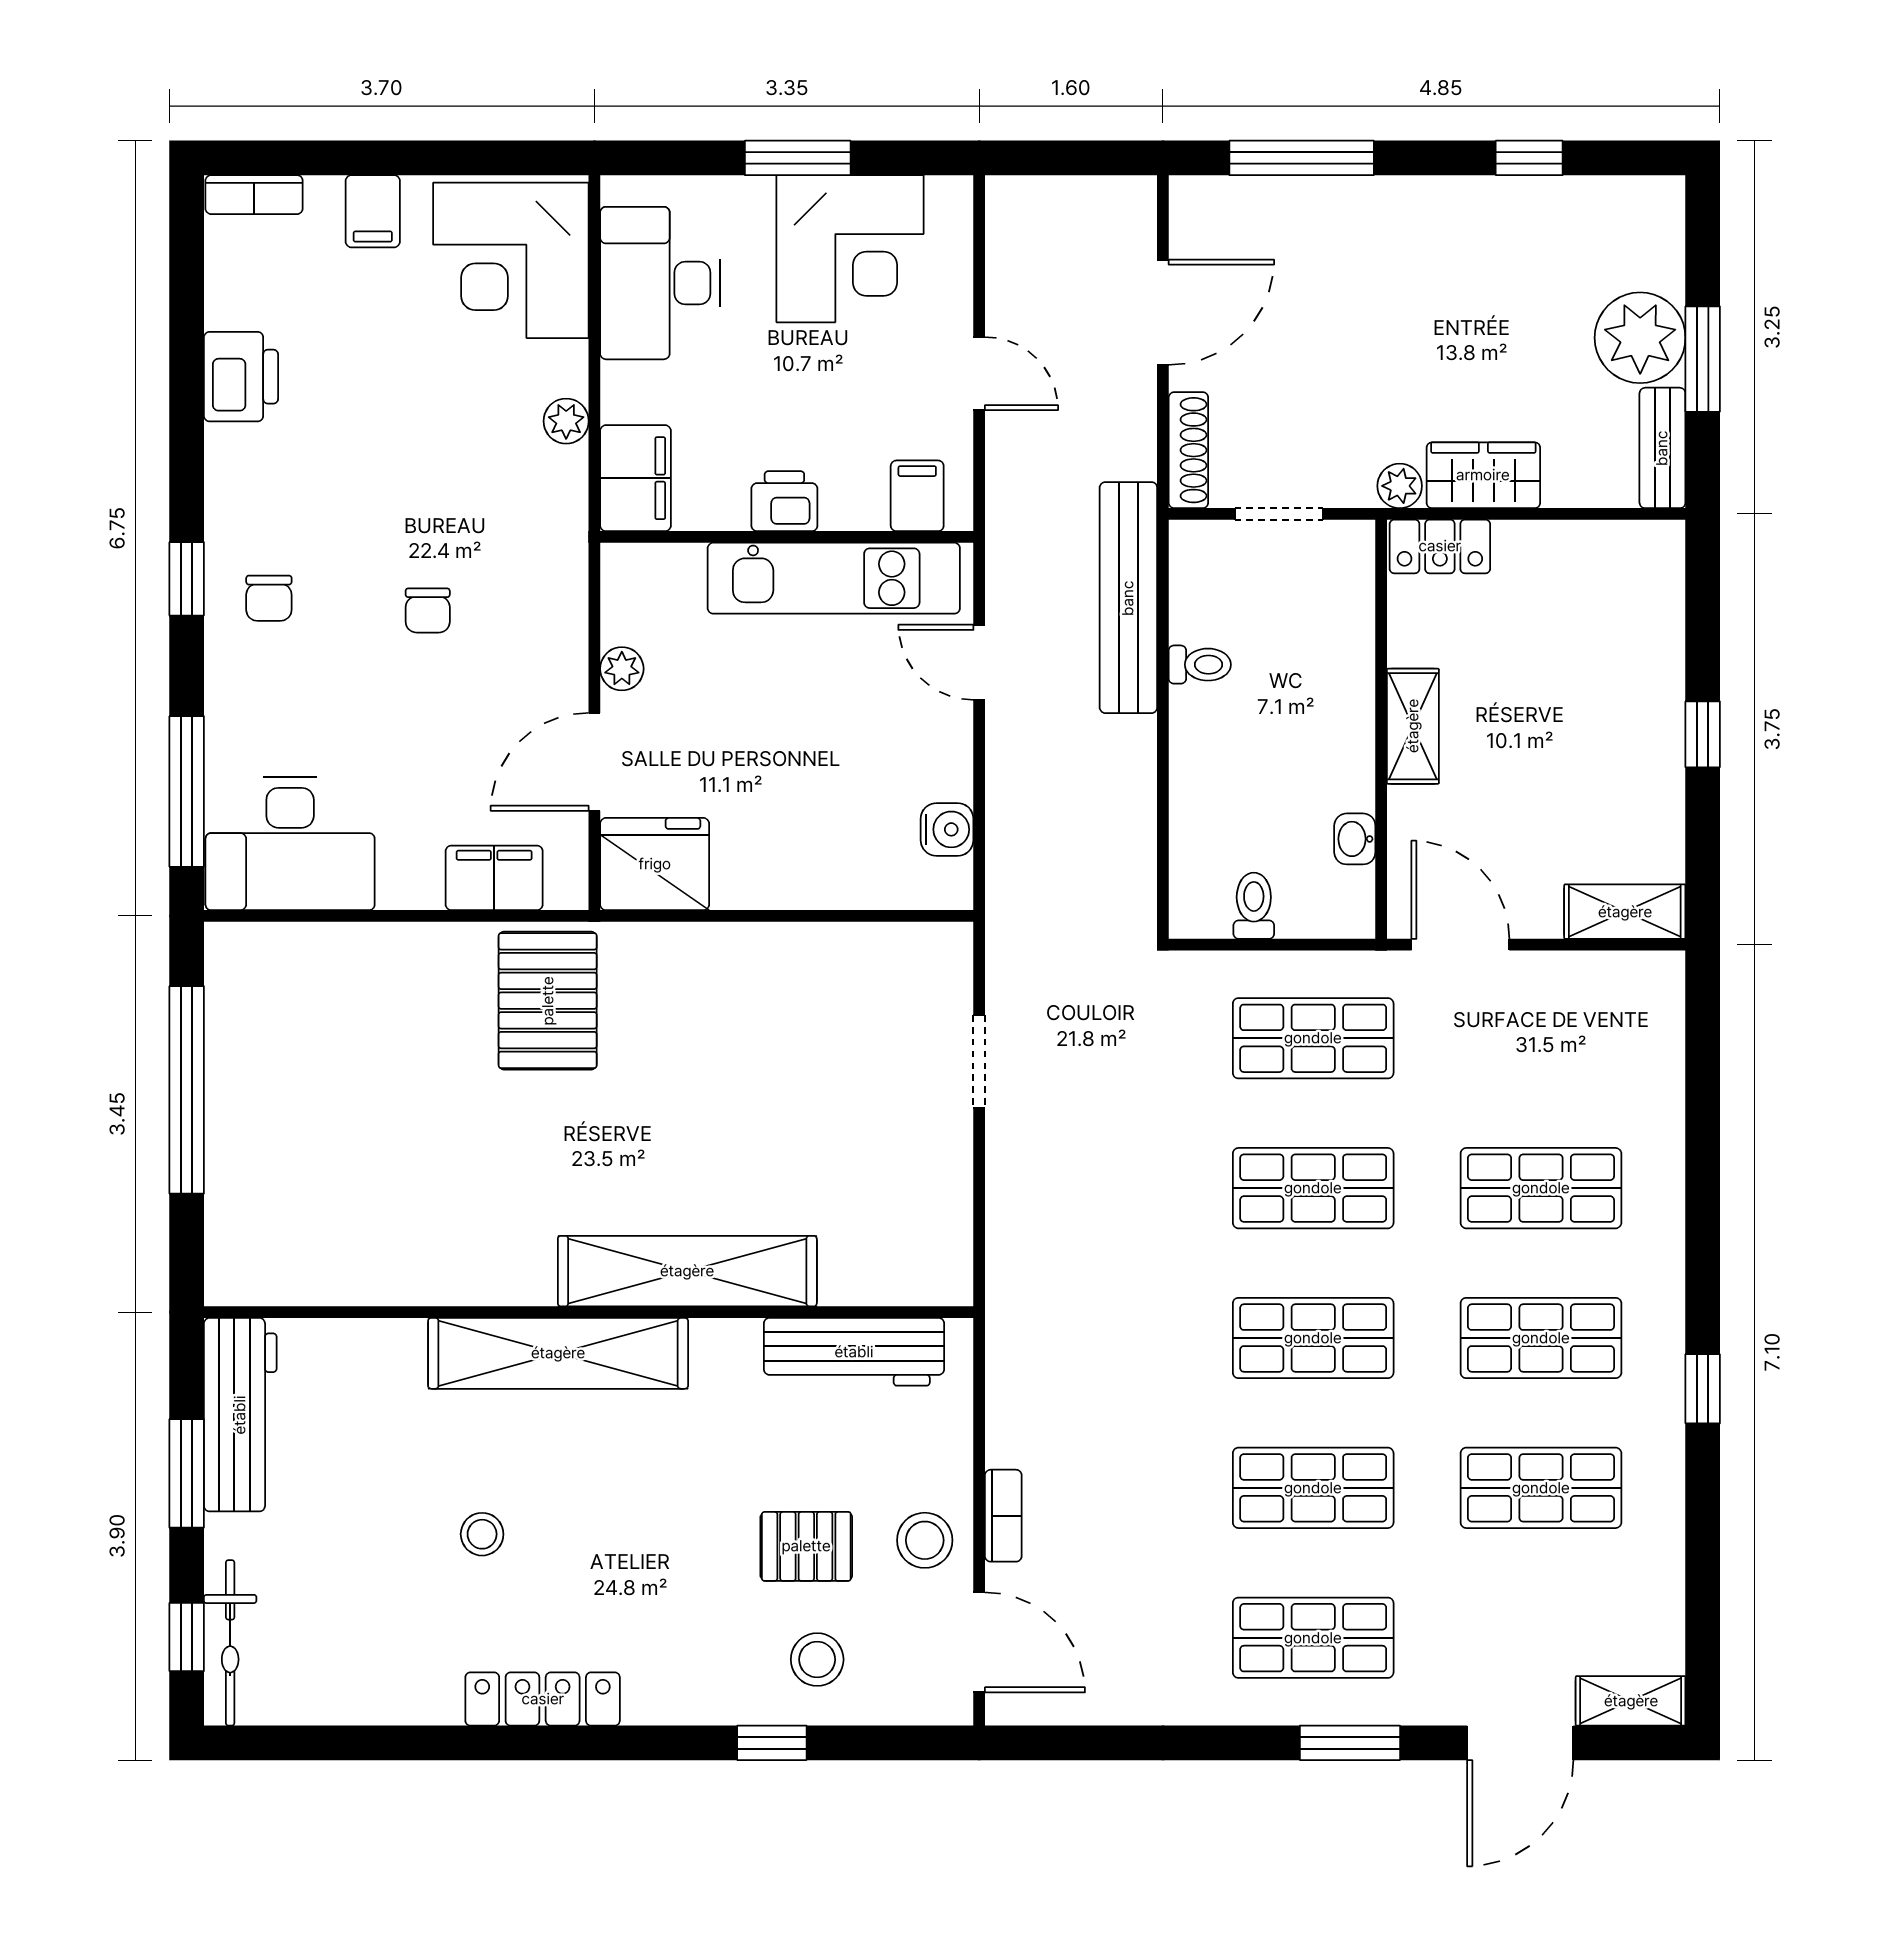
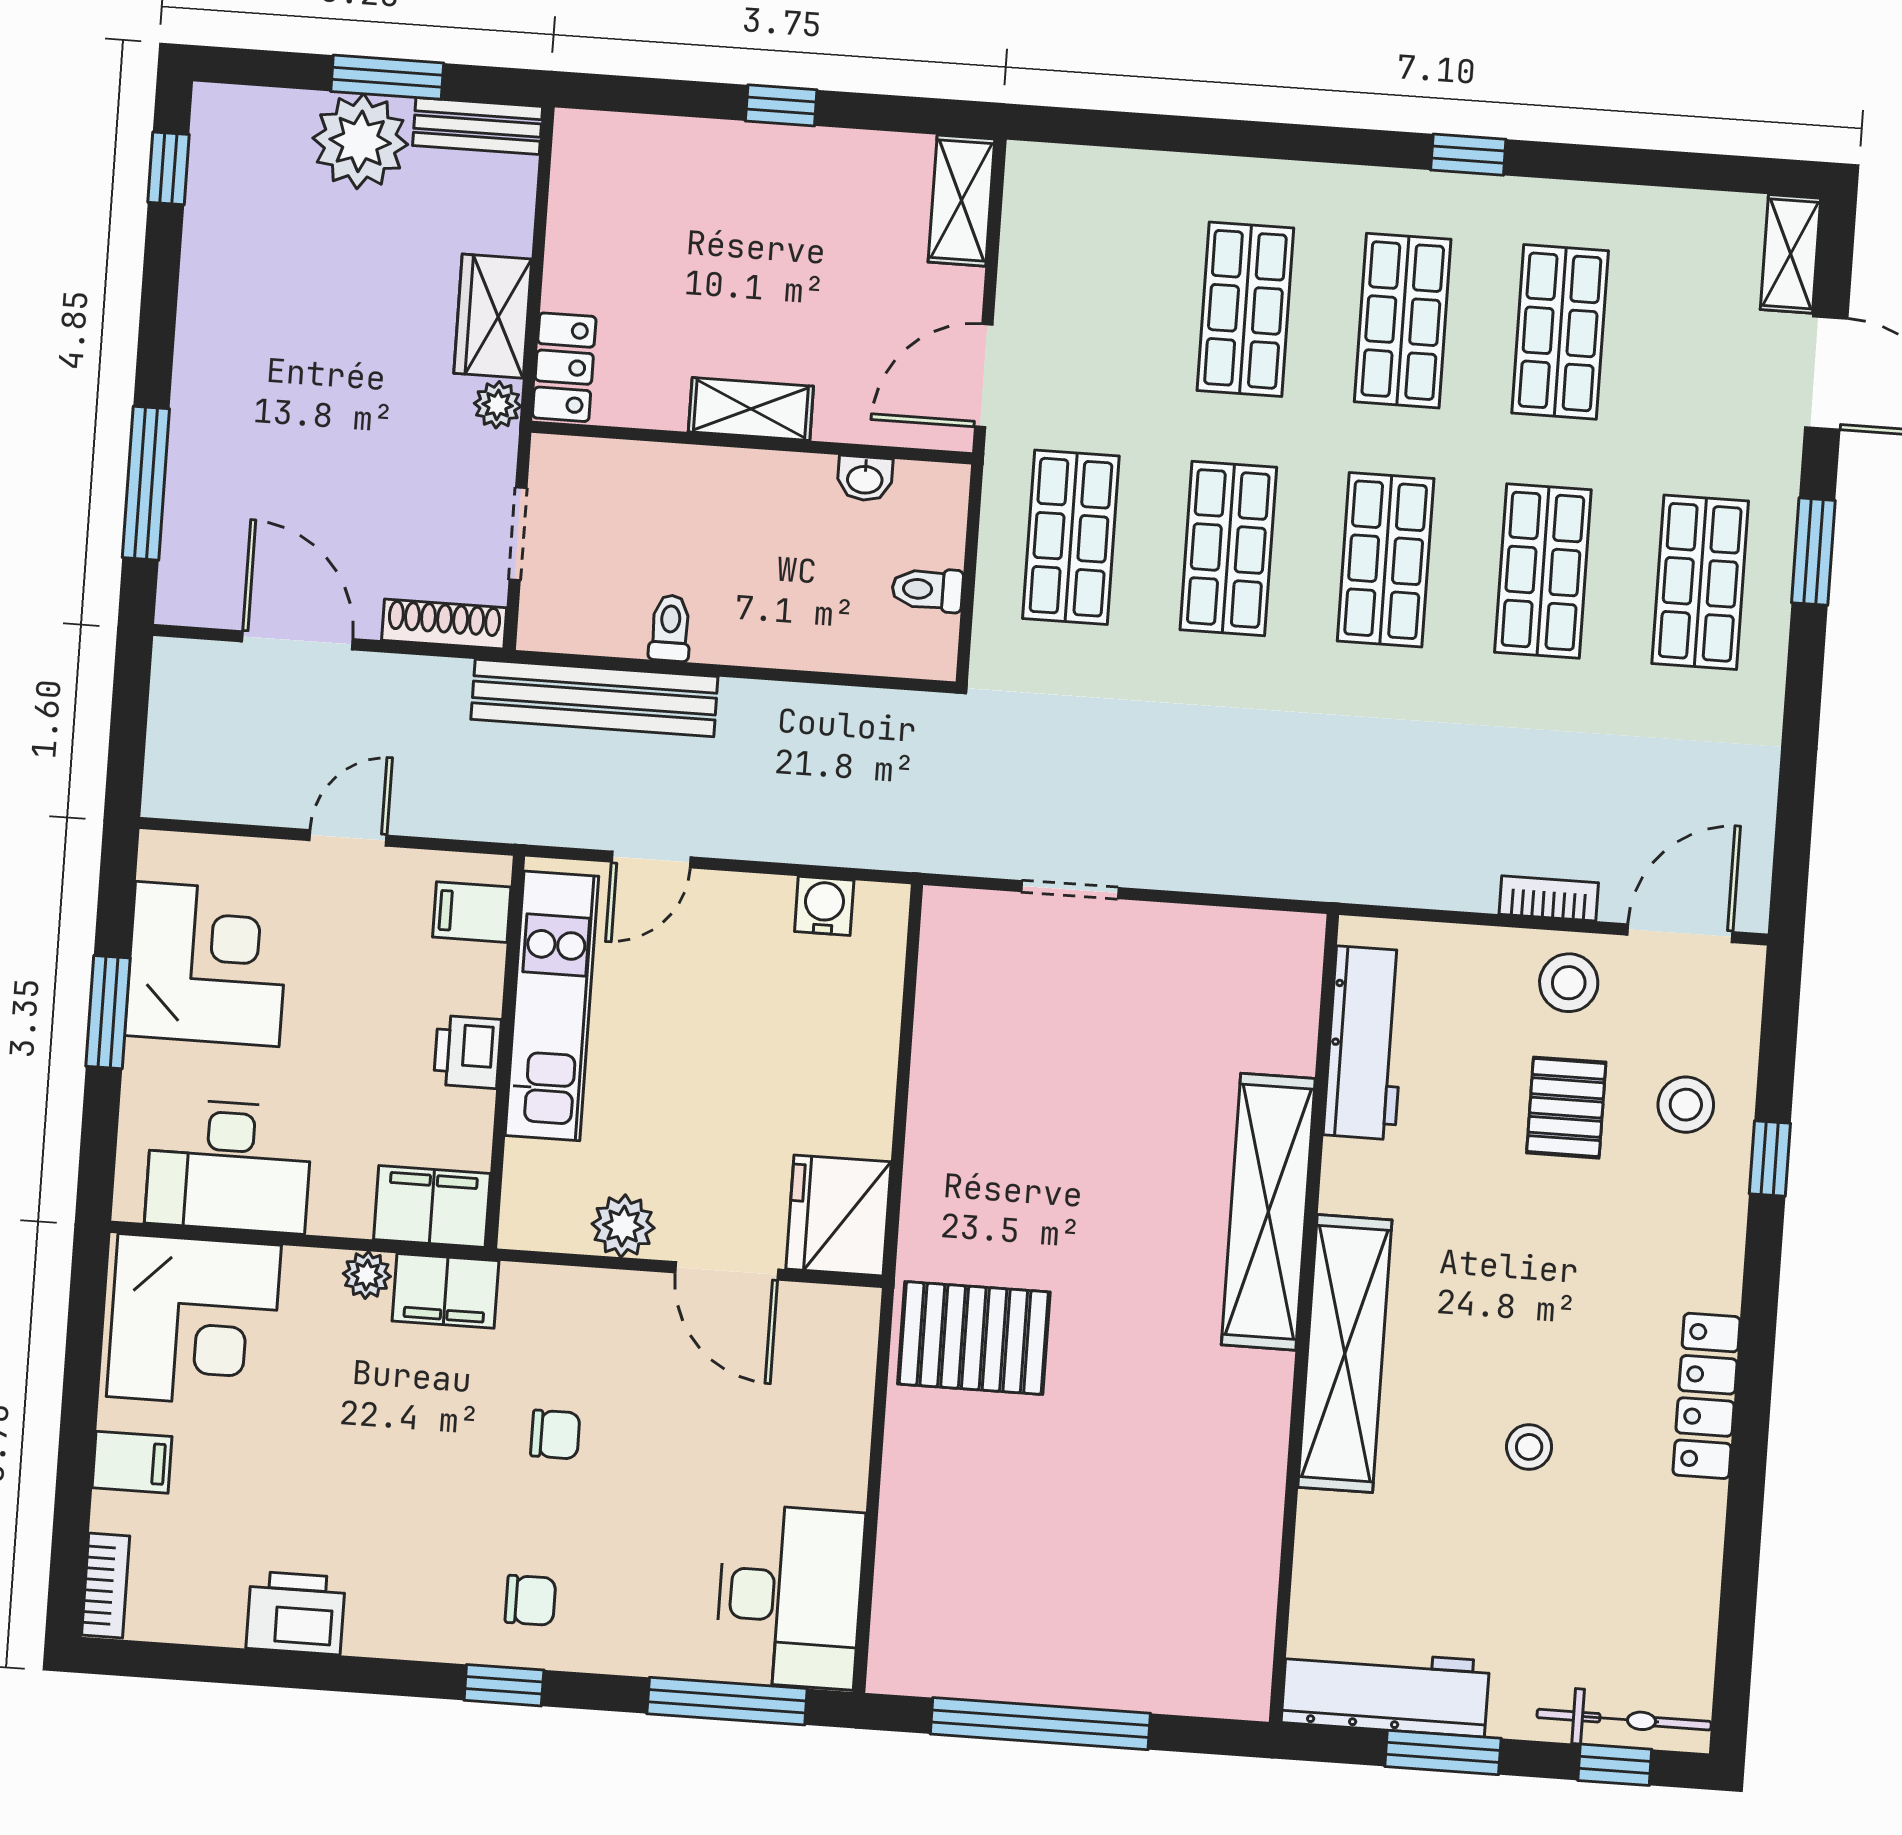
window: (1529, 158) -> (168, 168), moved
plant: (622, 669) -> (623, 1226), width x1.38, depth x1.38
filing cabinet: (494, 878) -> (445, 1291), moved, turned -90

